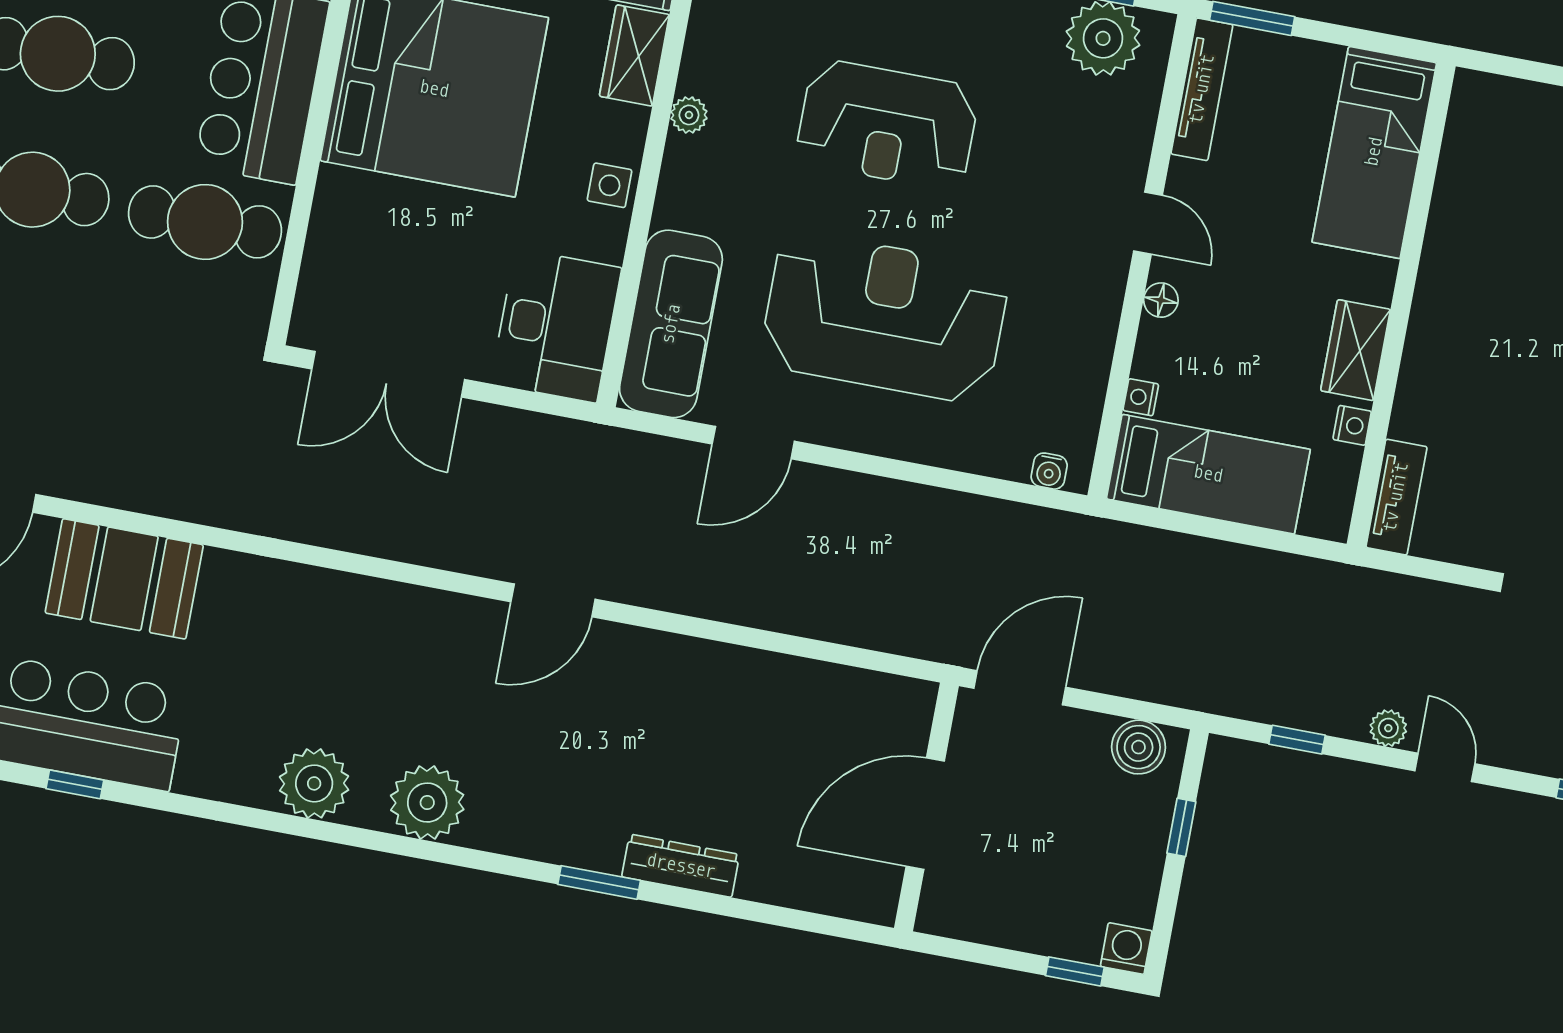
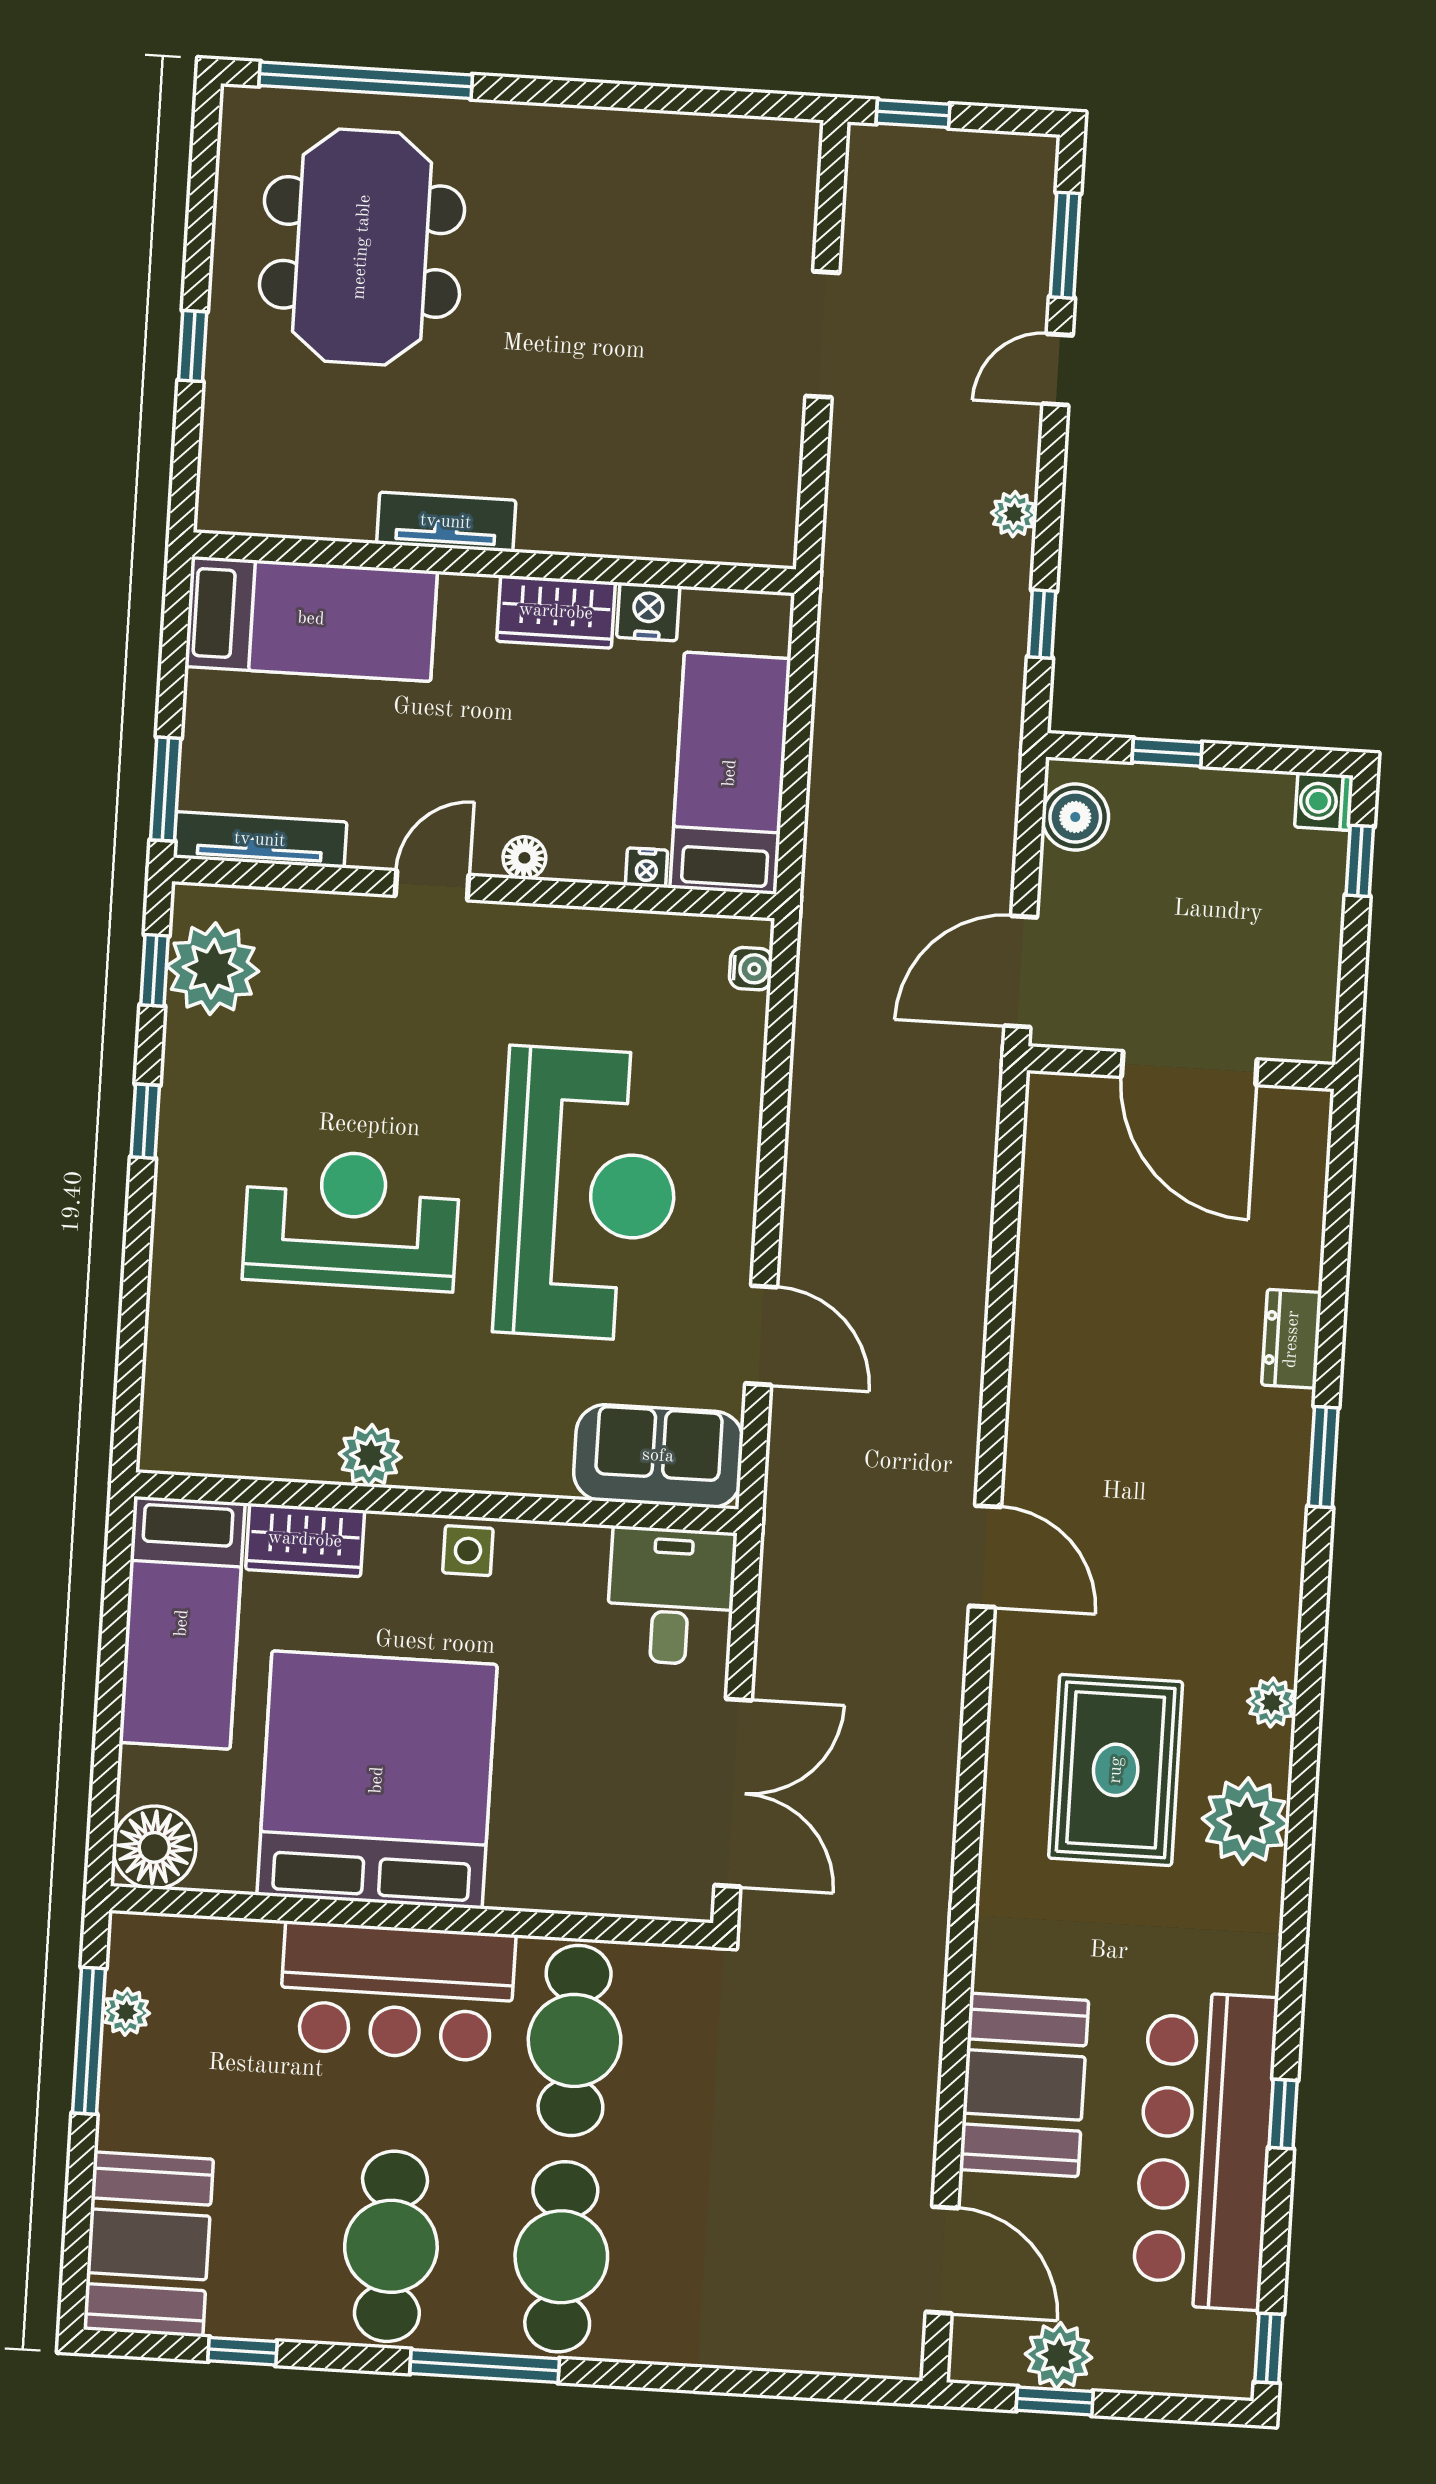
plant: (689, 115) -> (370, 1456), width x1.38, depth x1.38
reception desk: (887, 125) -> (351, 1220), turned -90
reception desk: (885, 317) -> (587, 1194), turned 180
sofa: (671, 324) -> (658, 1456), width x0.73
desk: (556, 326) -> (671, 1596), width x0.73
nightstand: (1352, 425) -> (648, 612), width x1.39, depth x1.35
tv unit: (1396, 497) -> (446, 522), moved
rug: (368, 684) -> (1116, 1770), added
door: (1020, 688) -> (1021, 971), hinge flipped
door: (1445, 767) -> (1058, 369), moved
plant: (427, 803) -> (1272, 1703), width x0.53, depth x0.53
dresser: (681, 866) -> (1292, 1339), width x0.70

